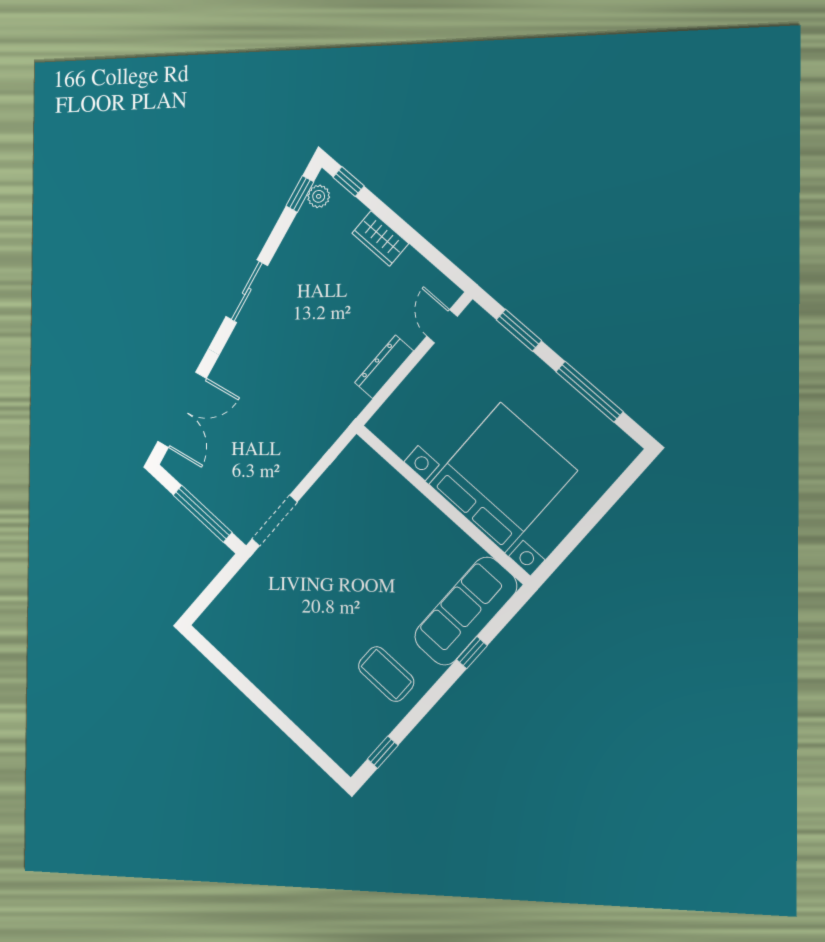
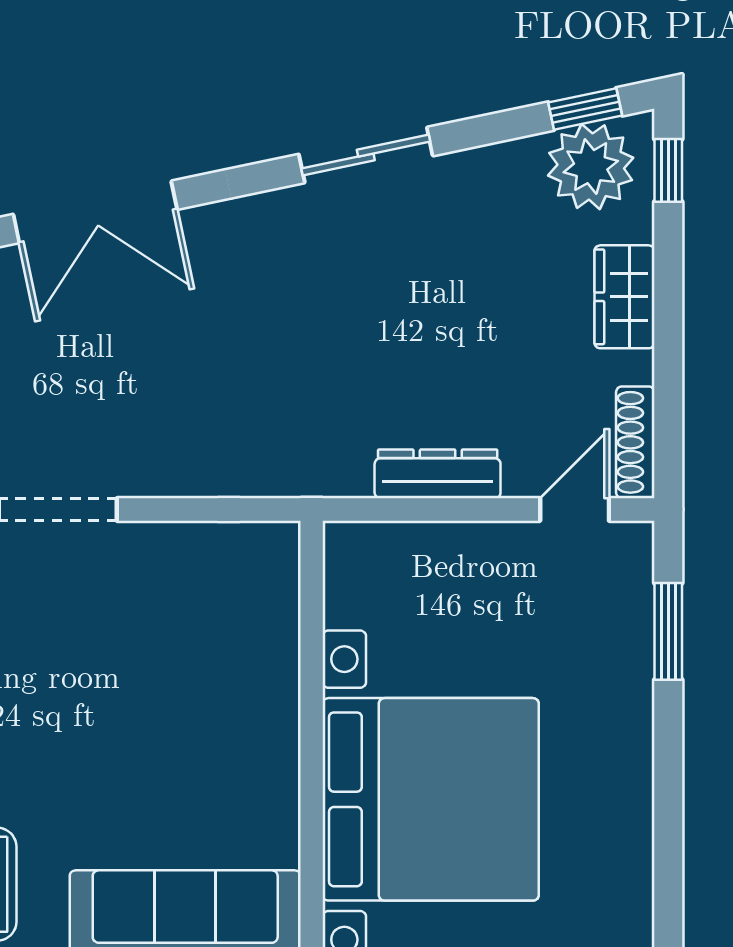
plant: (319, 196) -> (591, 167), width x1.88, depth x1.88
shoe rack: (437, 281) -> (635, 442), added
window: (589, 392) -> (668, 816), removed

